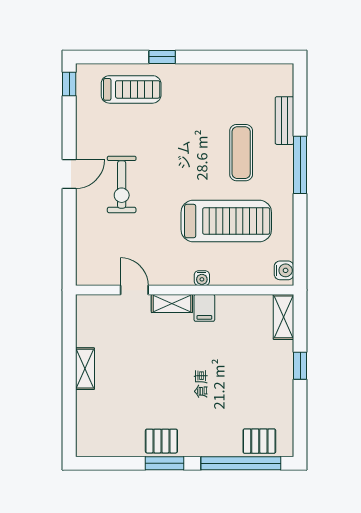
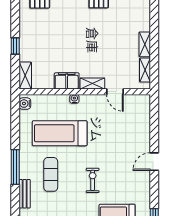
exercise bike: (122, 184) -> (93, 180), moved, width x0.73, depth x0.72
filing cabinet: (204, 308) -> (67, 81), width x2.00
shelving: (85, 326) -> (145, 70), added

